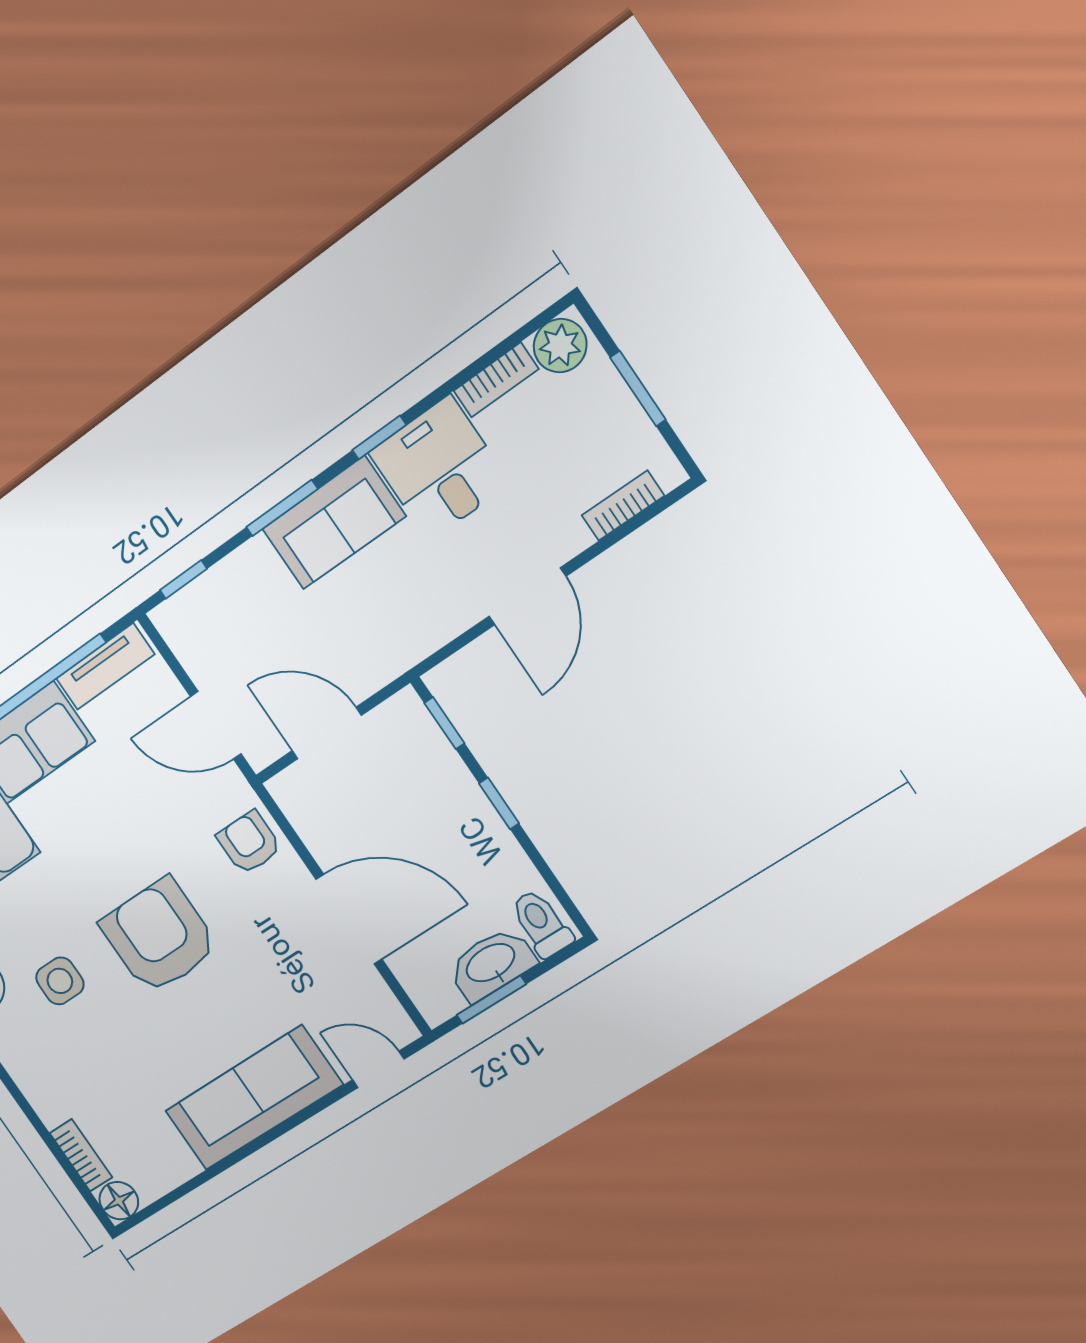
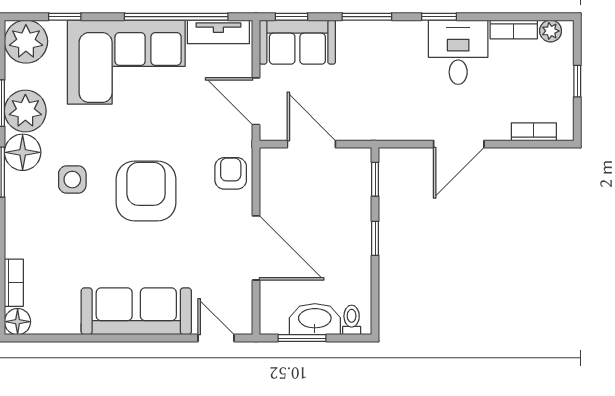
plant: (560, 346) -> (551, 31), width x0.73, depth x0.73
window: (638, 389) -> (577, 81), width x0.67
sofa: (334, 523) -> (297, 42), moved
toilet: (541, 923) -> (352, 320), width x0.73, depth x0.72

